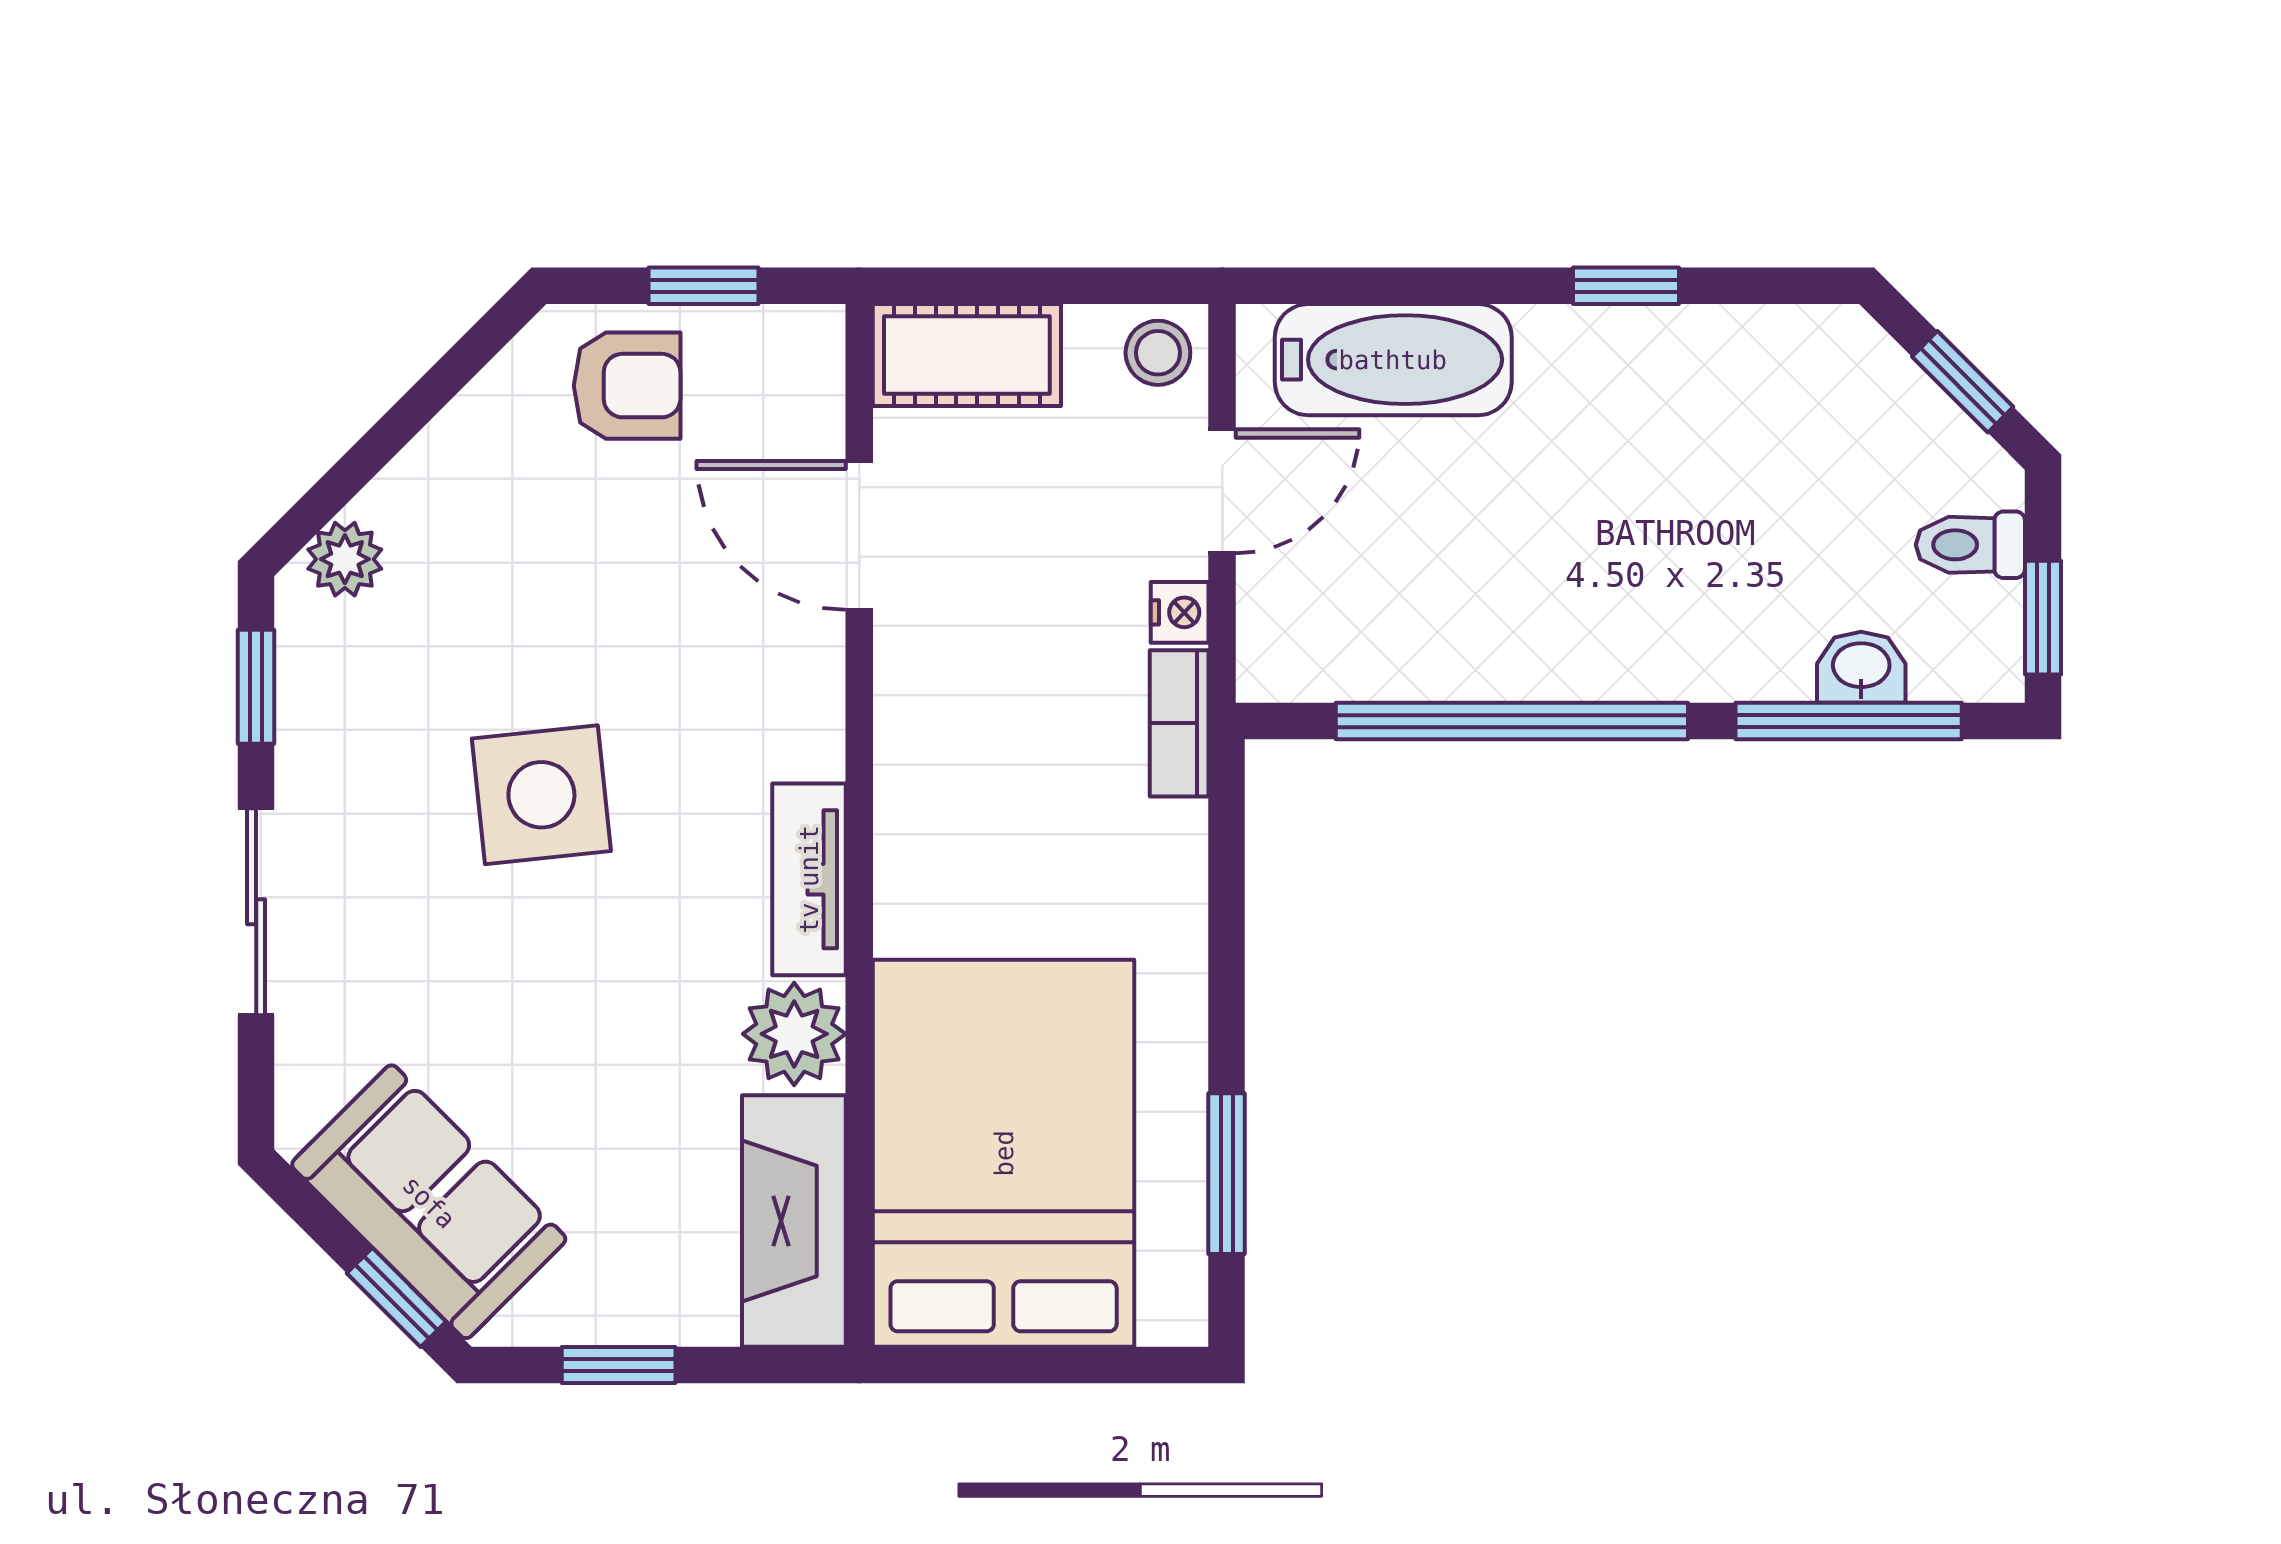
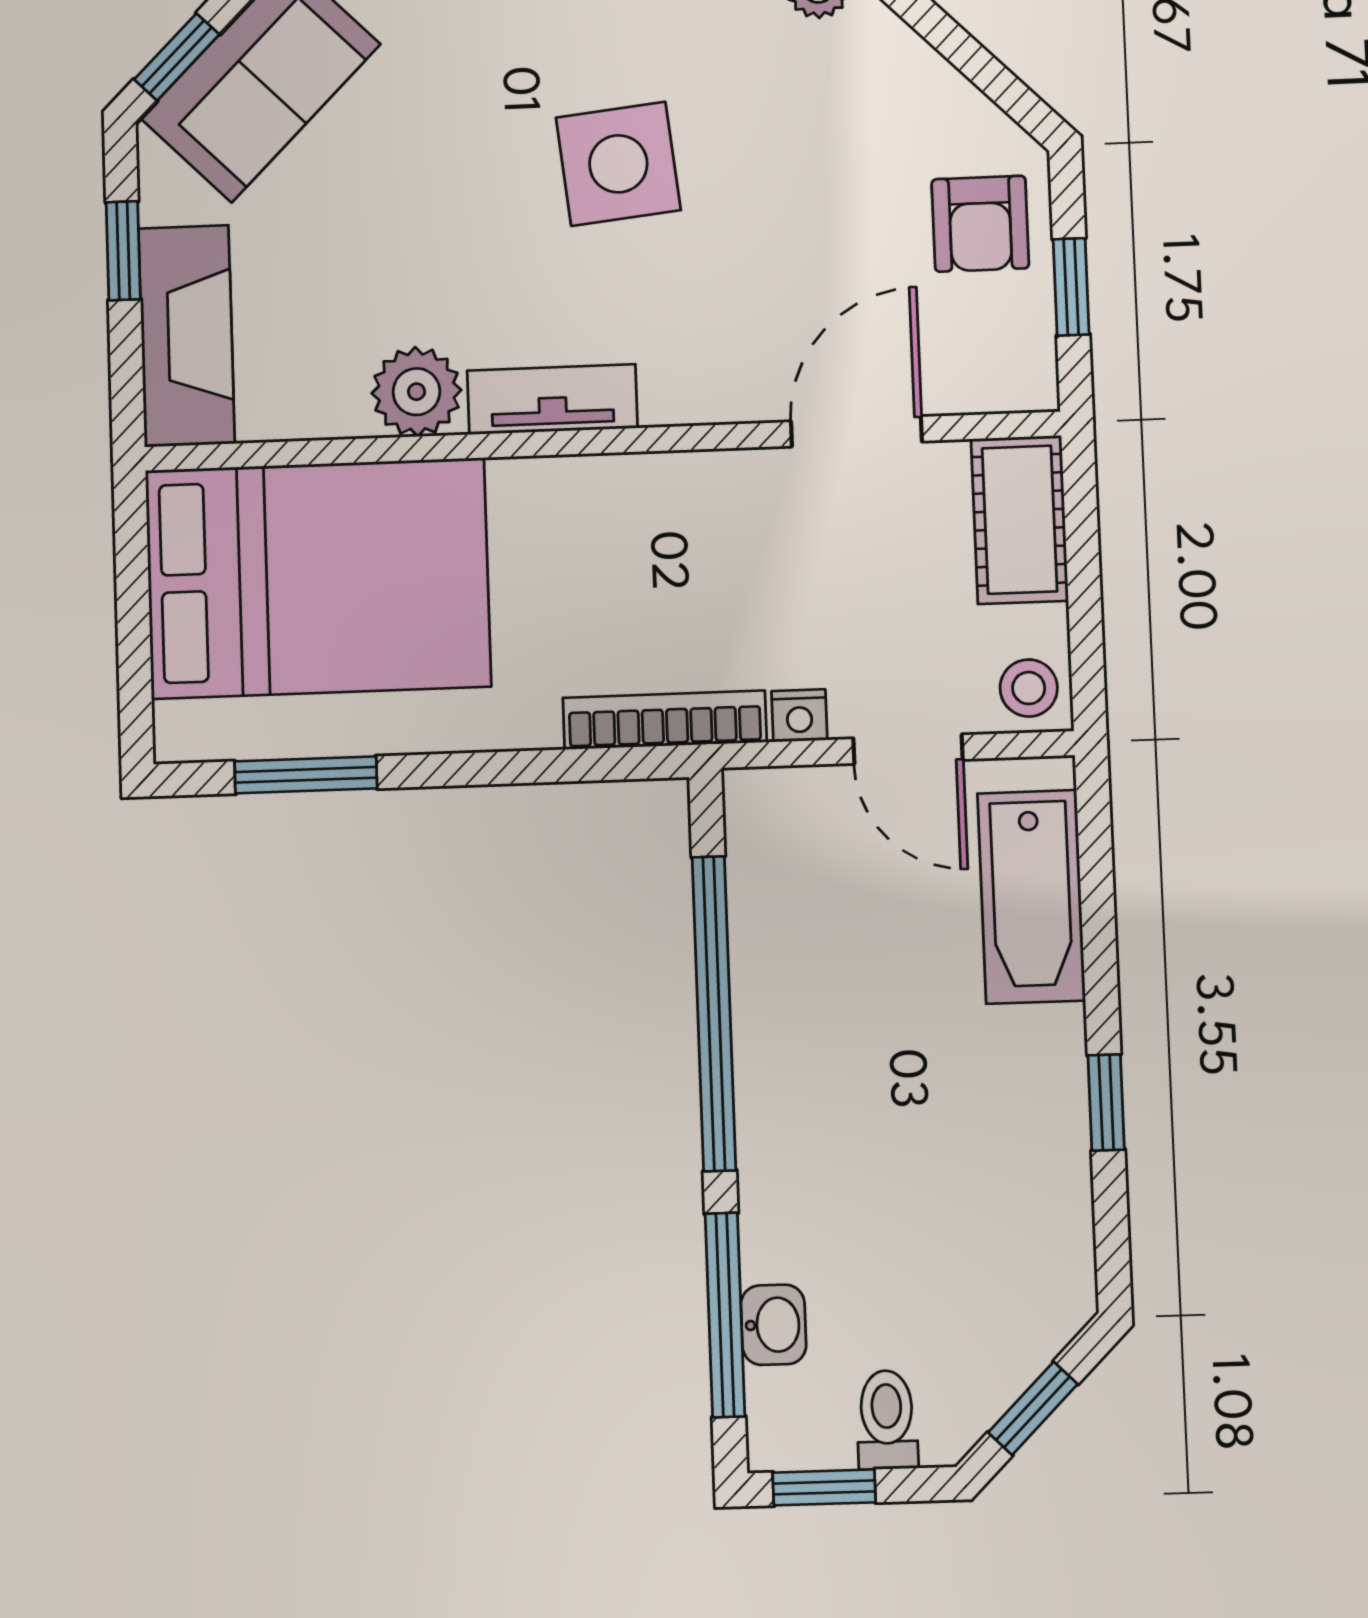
bookcase: (1179, 723) -> (665, 720), width x1.56
fireplace: (794, 1221) -> (187, 336), moved, turned 90

